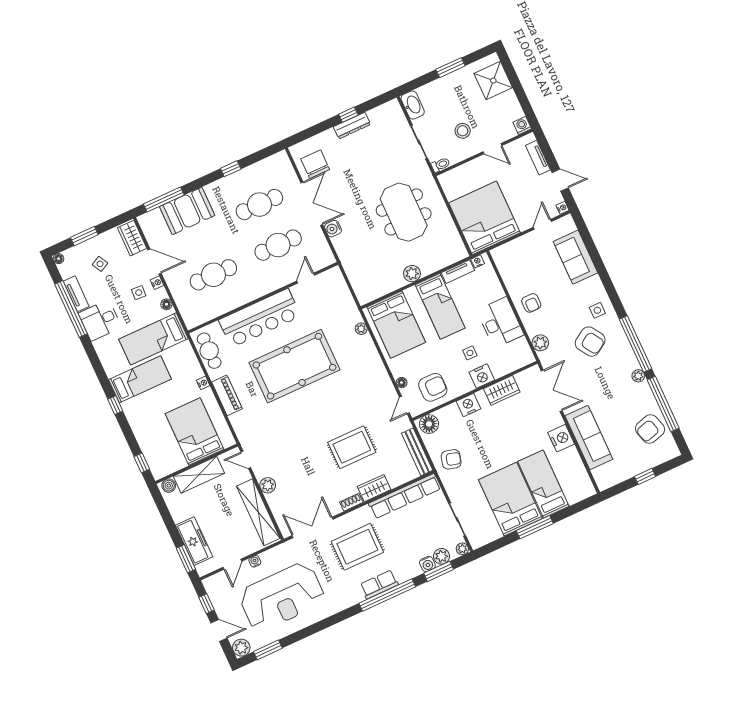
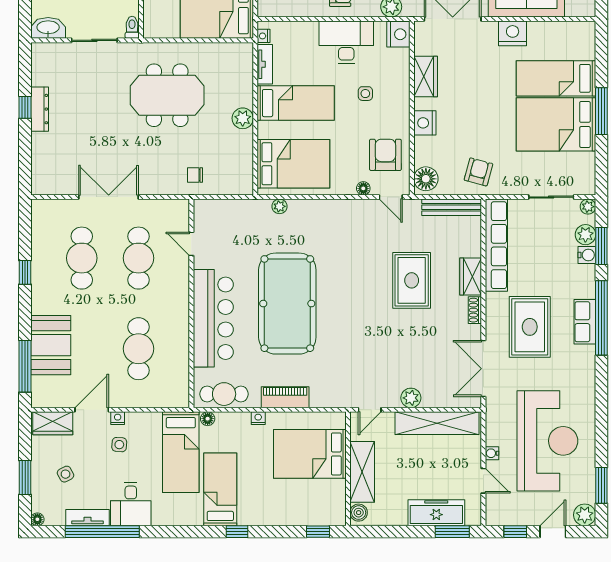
chair: (315, 164) -> (195, 175), moved, width x0.54, depth x0.54
water cooler: (333, 229) -> (149, 186), removed
floor lamp: (166, 304) -> (208, 419), moved
nightstand: (482, 376) -> (398, 34), moved

